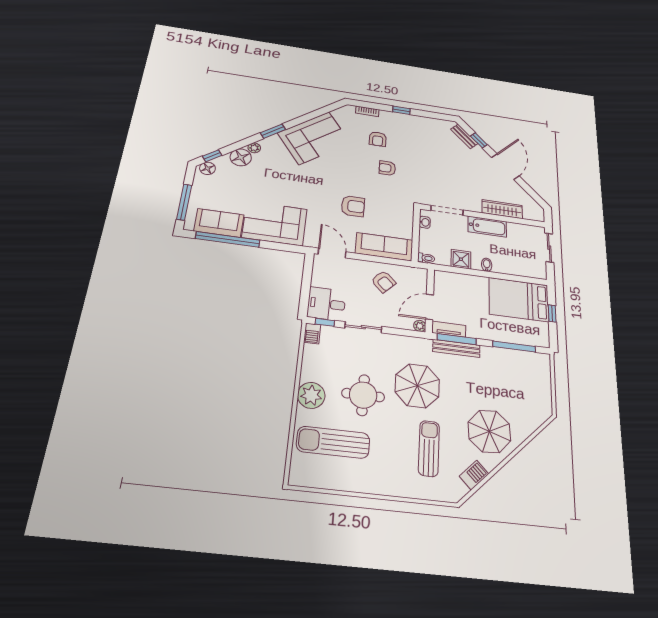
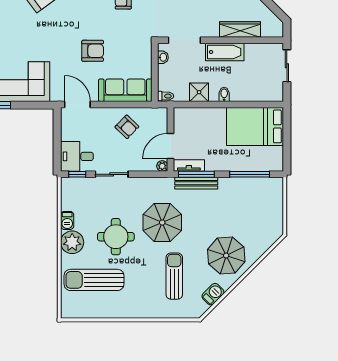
window: (552, 313) -> (287, 136), removed
barbecue: (312, 333) -> (67, 220), moved

